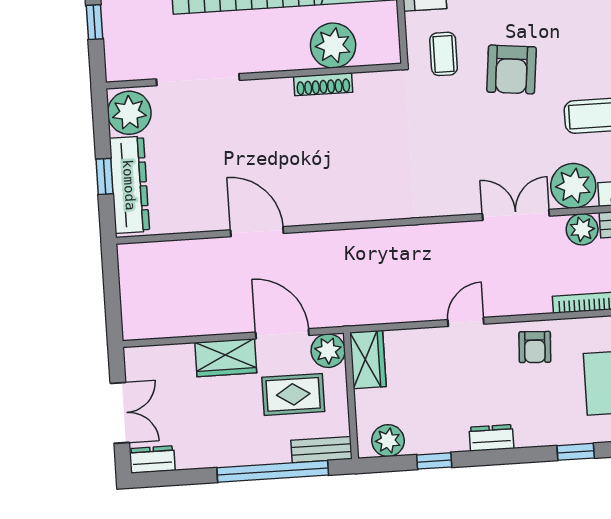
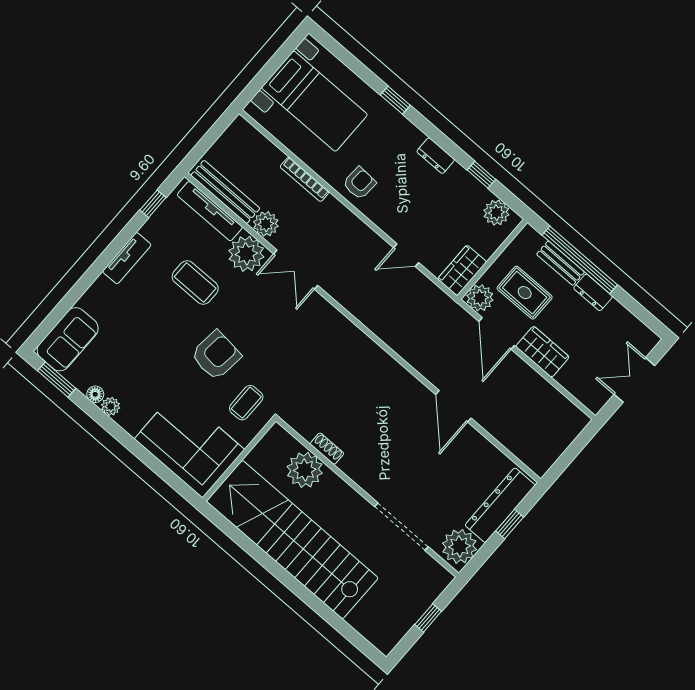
shoe rack: (323, 84) -> (327, 449), width x0.70
door: (466, 322) -> (406, 255), moved
bench: (321, 450) -> (561, 263), moved
dresser: (152, 459) -> (593, 292), moved

